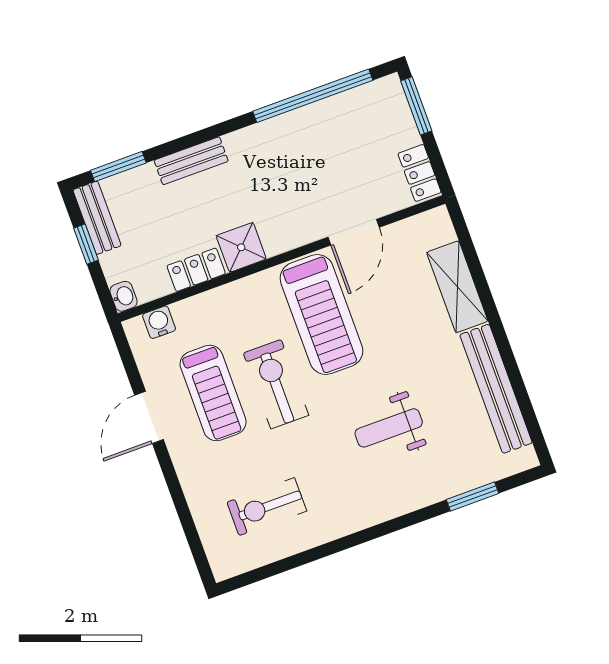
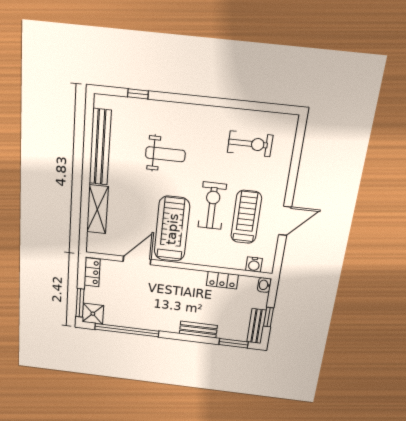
shower: (241, 247) -> (93, 314), moved
exercise bike: (276, 384) -> (212, 206), turned 180
window: (472, 496) -> (138, 94), width x0.67

